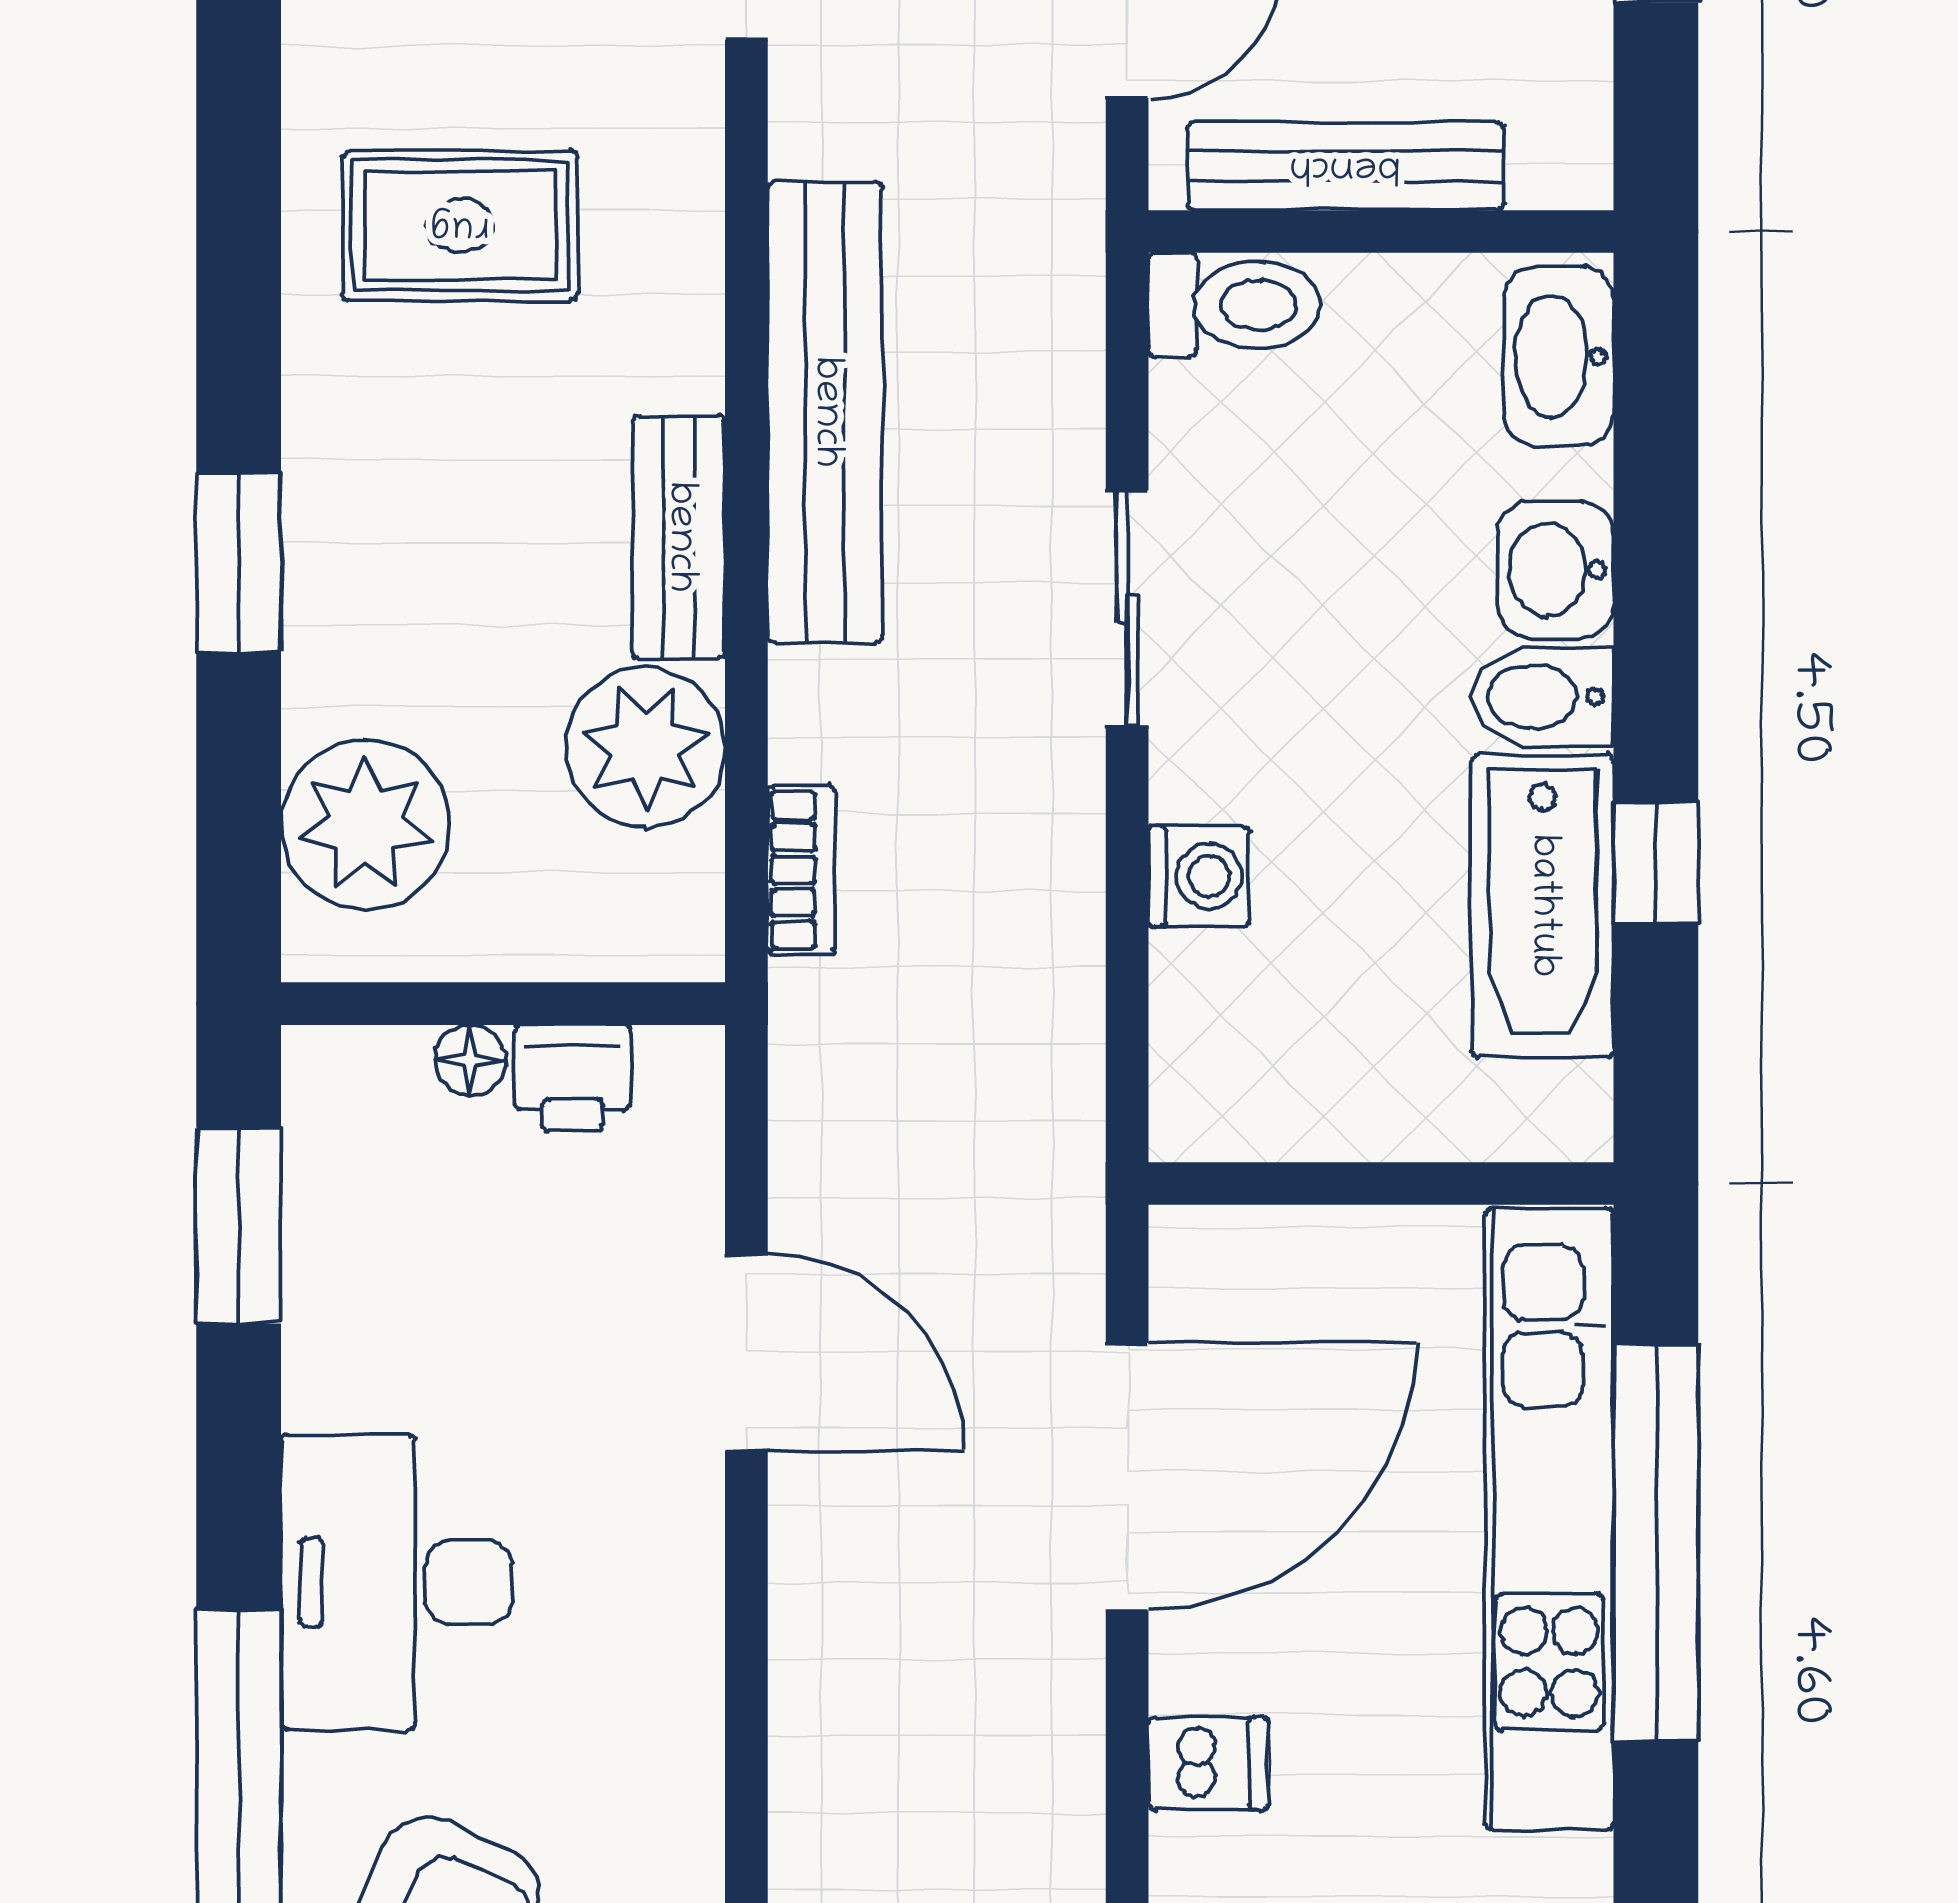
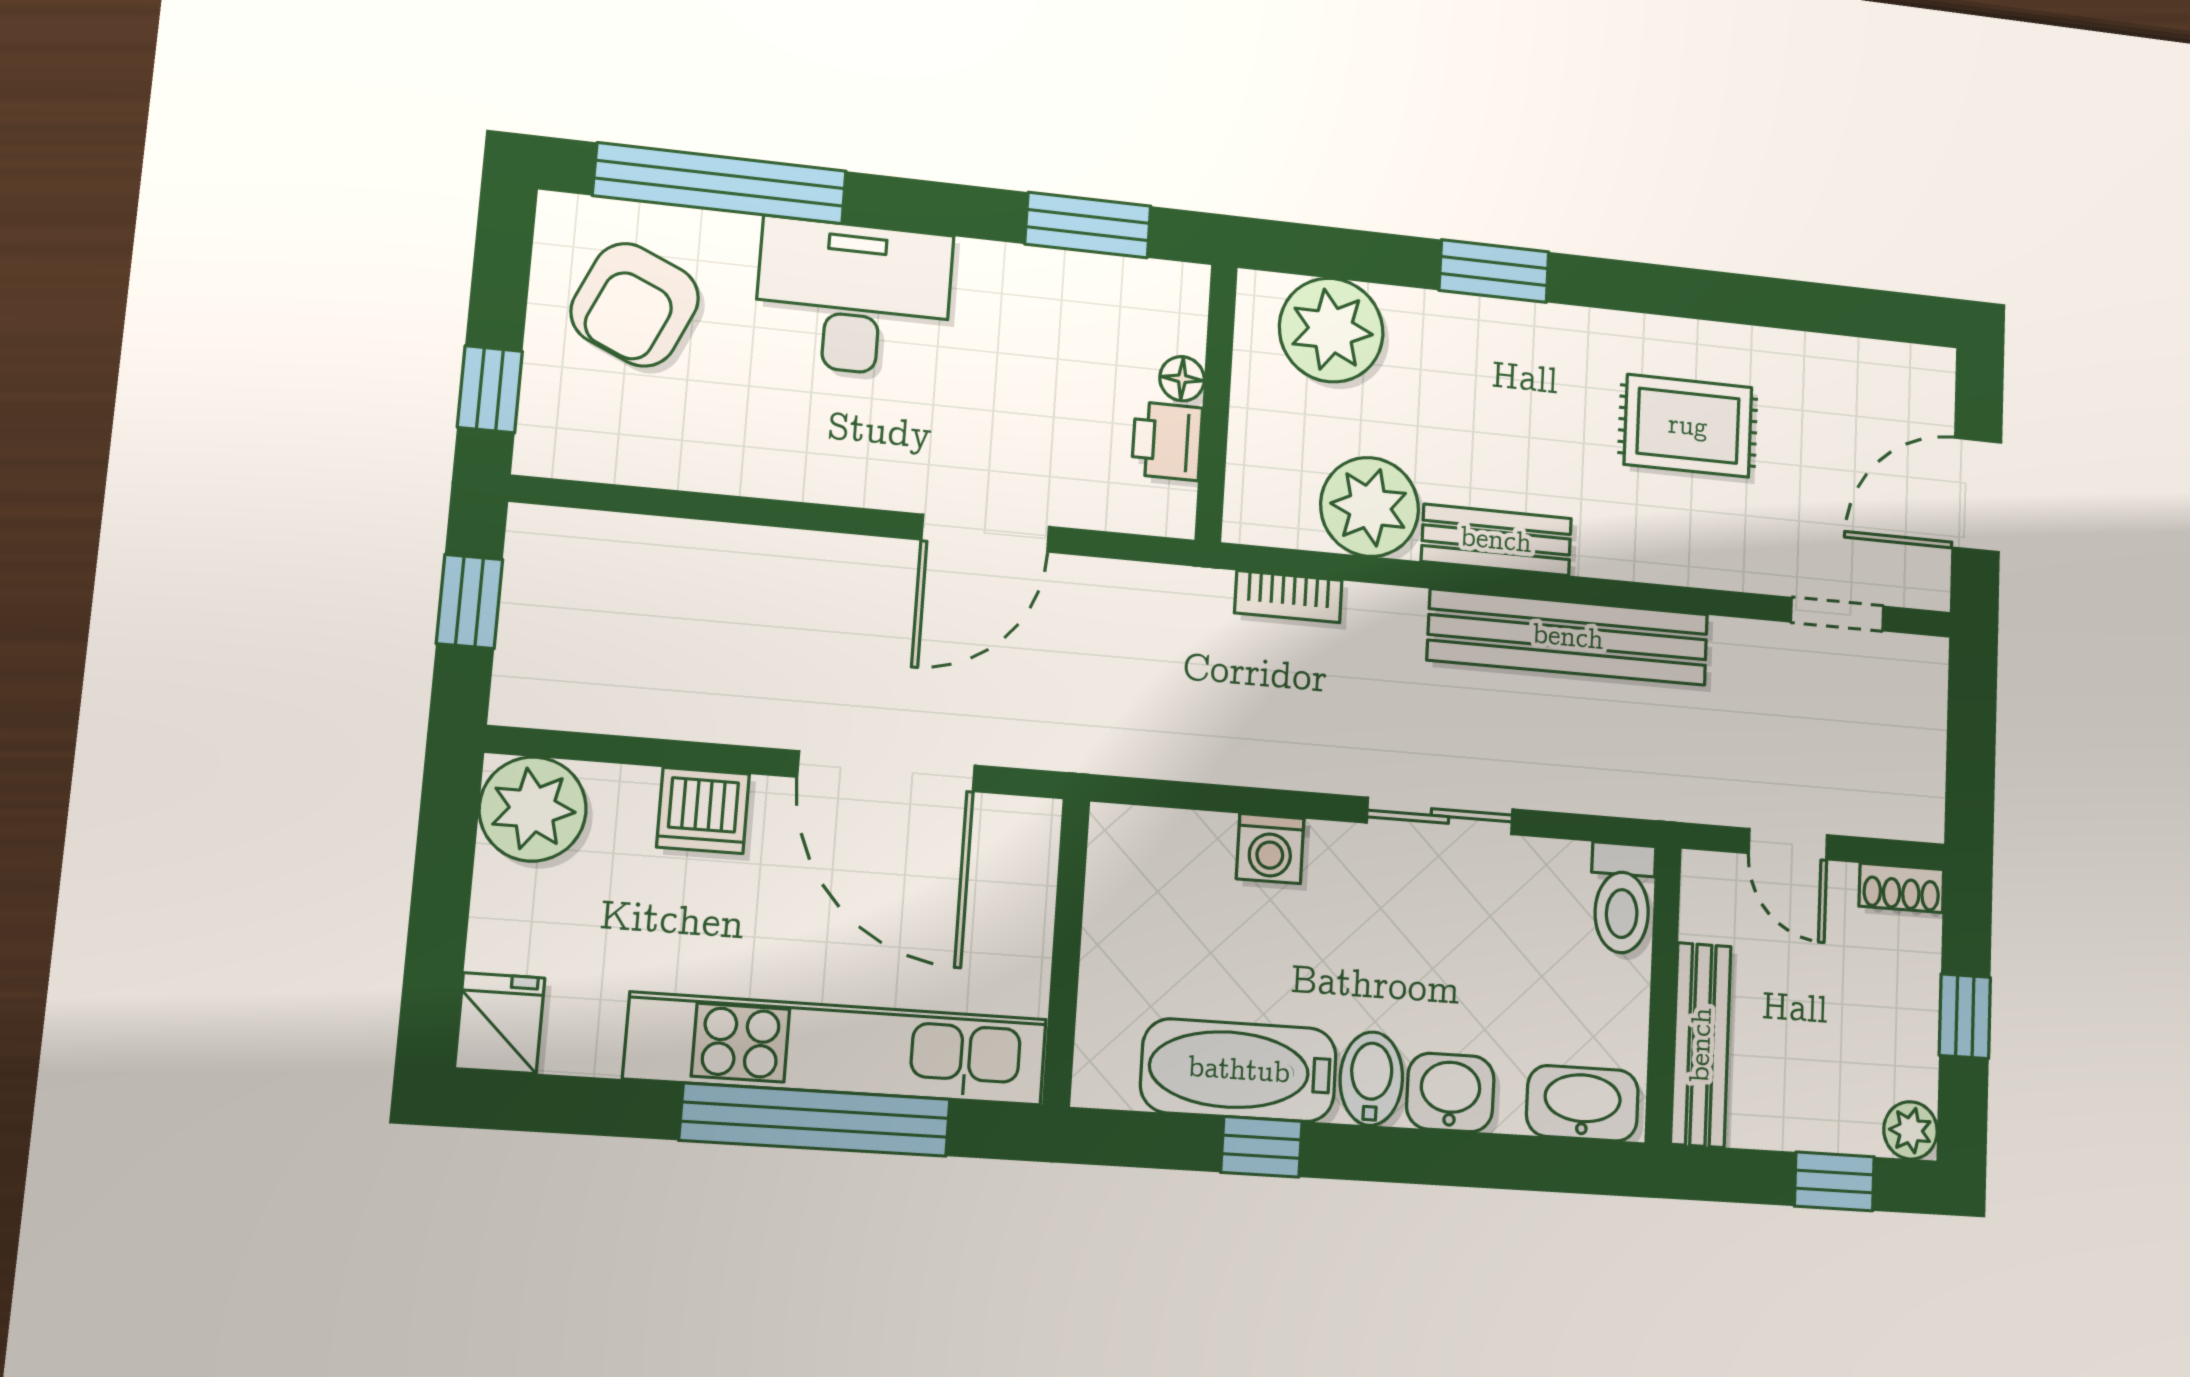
bench: (1345, 166) -> (1701, 1045), moved
rug: (460, 226) -> (1688, 426), turned 90
dishwasher: (1208, 1763) -> (703, 810), width x1.38

